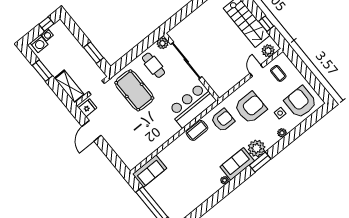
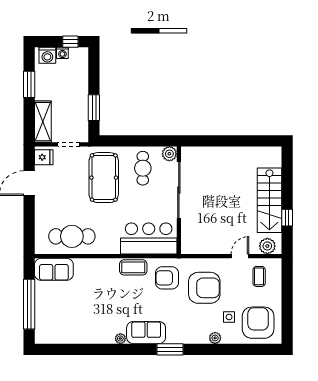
armchair: (223, 120) -> (167, 278), turned 180
cafe table: (144, 142) -> (72, 236), added
plant: (257, 148) -> (178, 333), removed

